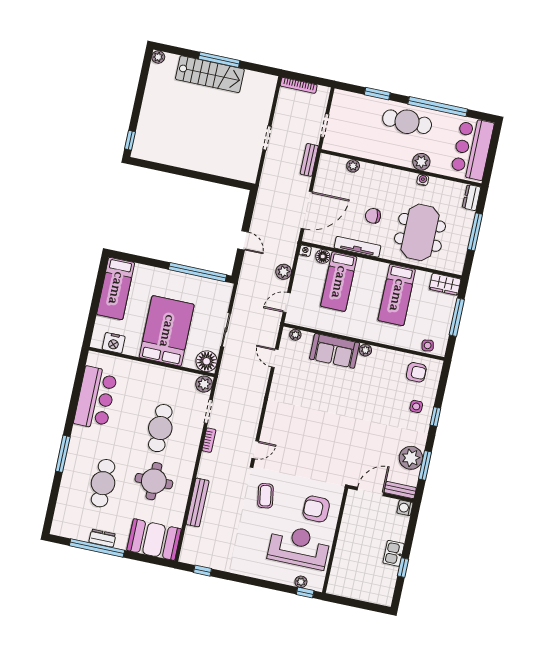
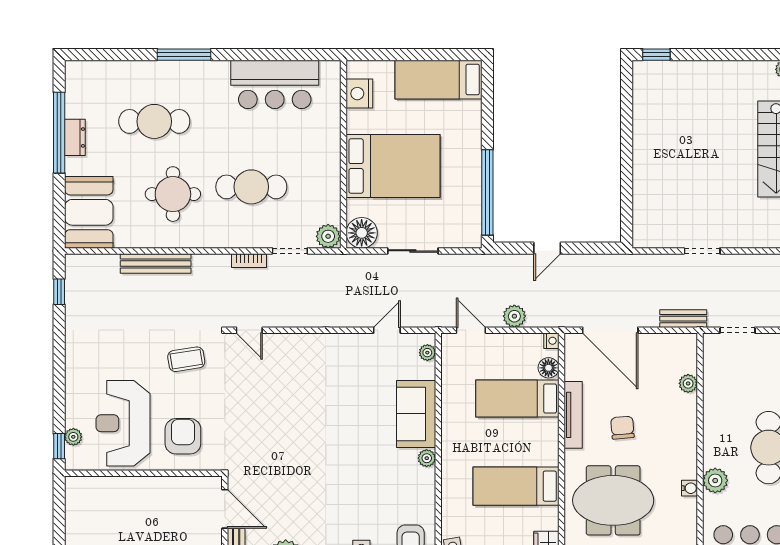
reception desk: (299, 547) -> (123, 423), turned 180

